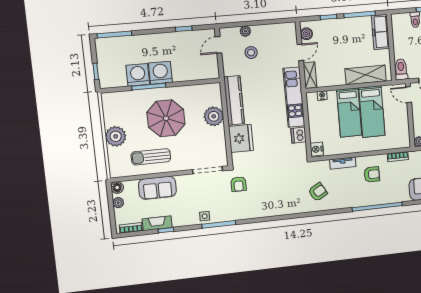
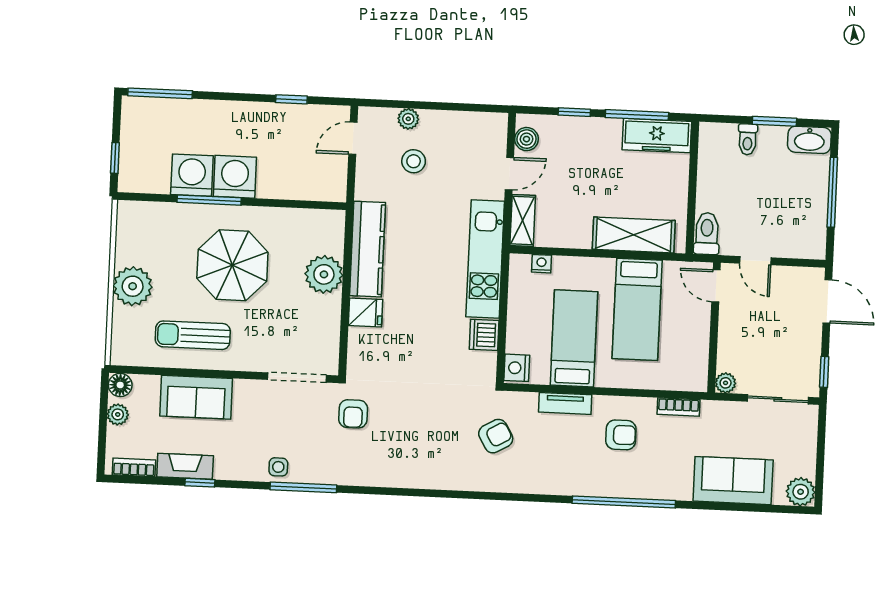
freezer: (380, 32) -> (657, 136), moved, turned -90
bed: (349, 113) -> (574, 338), moved, turned 180
fridge: (241, 138) -> (365, 312), width x0.53, depth x0.75
armchair: (318, 192) -> (496, 436), moved

